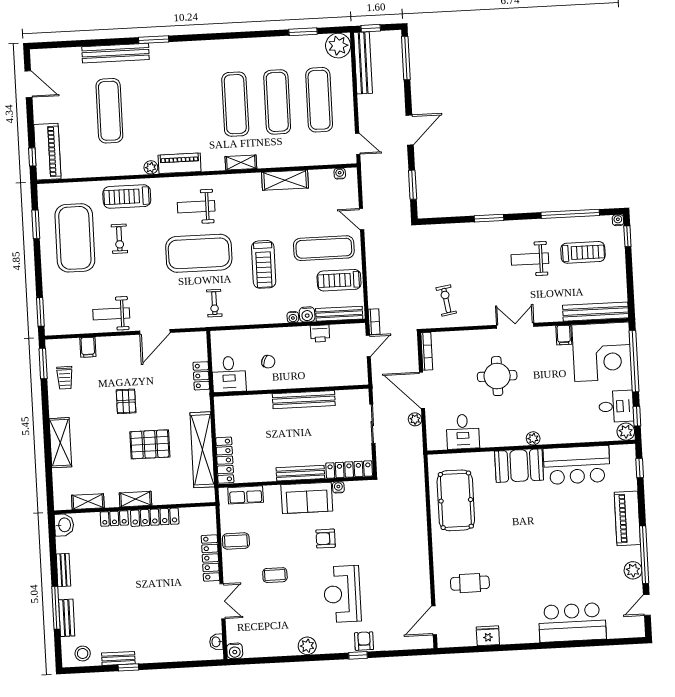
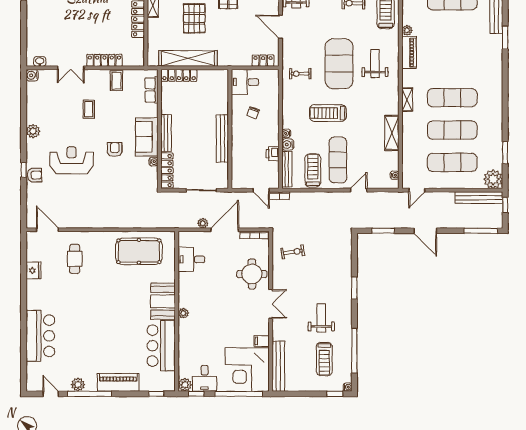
locker: (201, 376) -> (263, 61), moved
round table: (497, 376) -> (252, 274), moved

